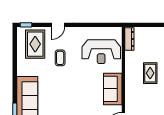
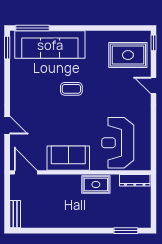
coffee table: (60, 58) -> (71, 89), moved
rug: (150, 73) -> (96, 185), moved

